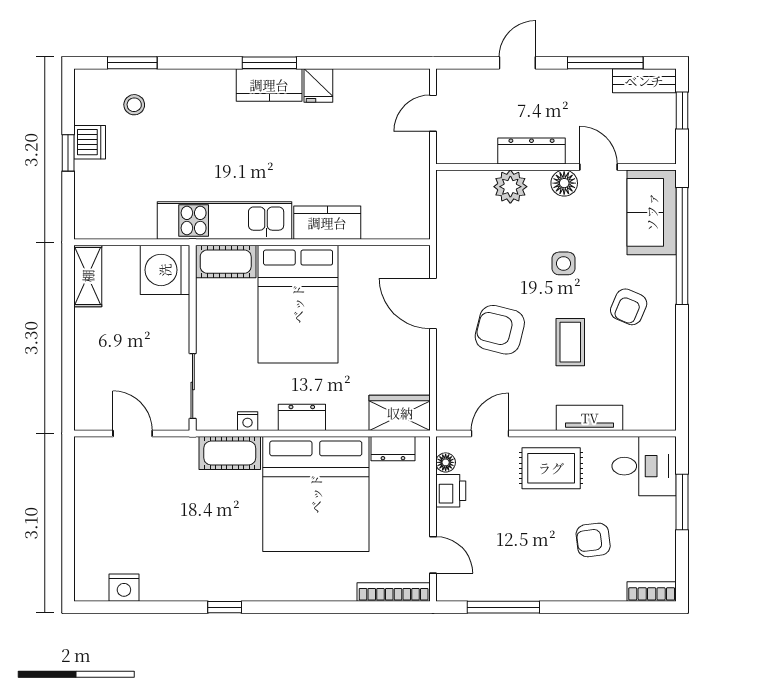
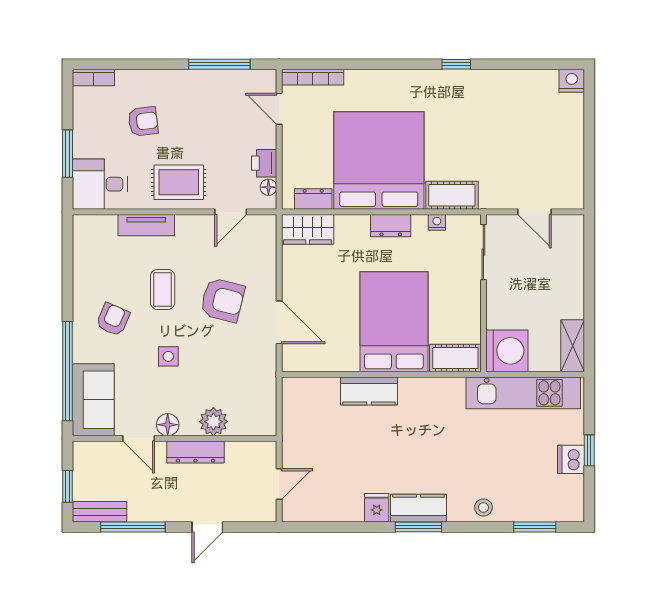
stool: (134, 105) -> (483, 507), moved
kitchen unit: (224, 220) -> (523, 393), moved
nightstand: (124, 588) -> (572, 81), moved

